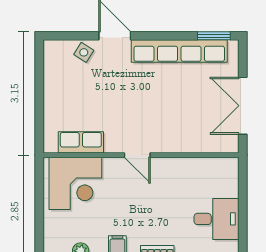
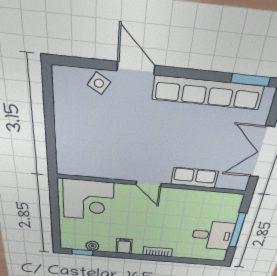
row of seats: (81, 142) -> (194, 178), moved
window: (243, 208) -> (237, 230), added

